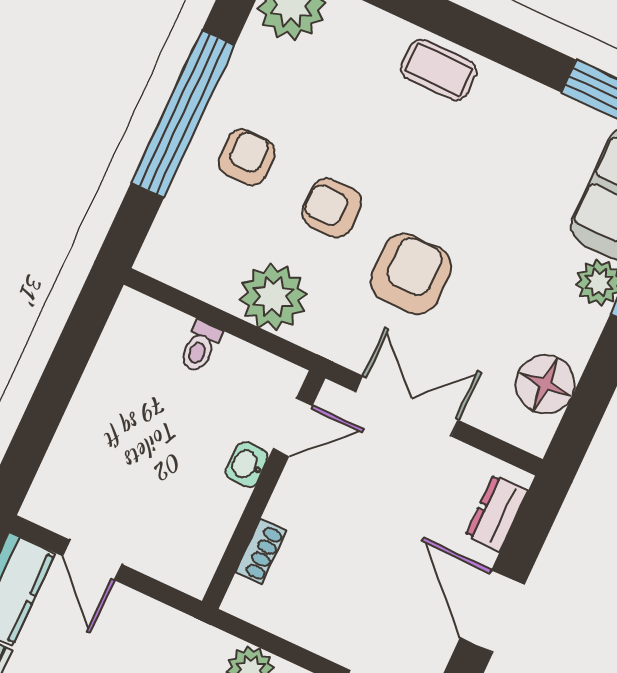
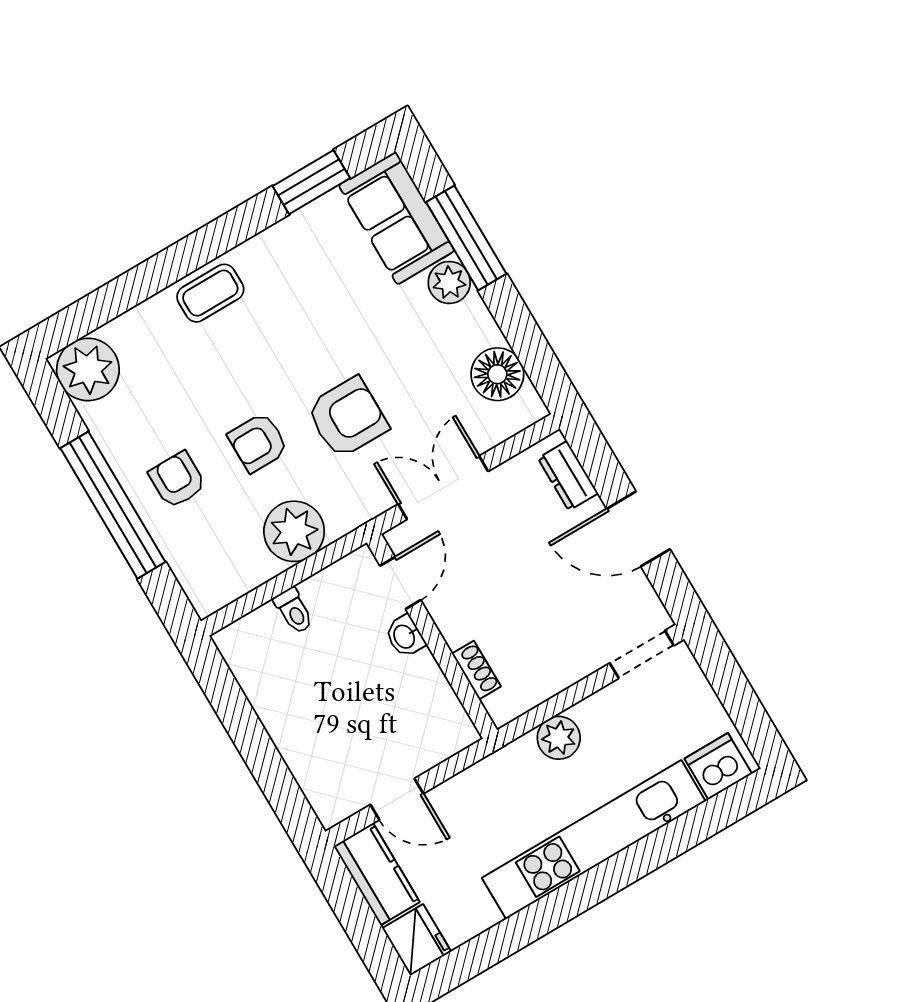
armchair: (411, 274) -> (347, 418), turned 90

